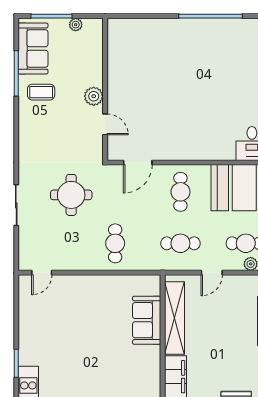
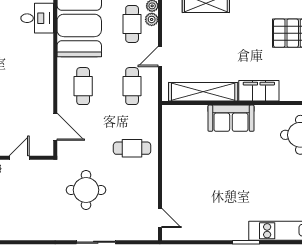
cafe table: (180, 192) -> (83, 86), turned 90
door: (212, 273) -> (160, 56), swing flipped
sofa: (147, 320) -> (231, 118), moved

